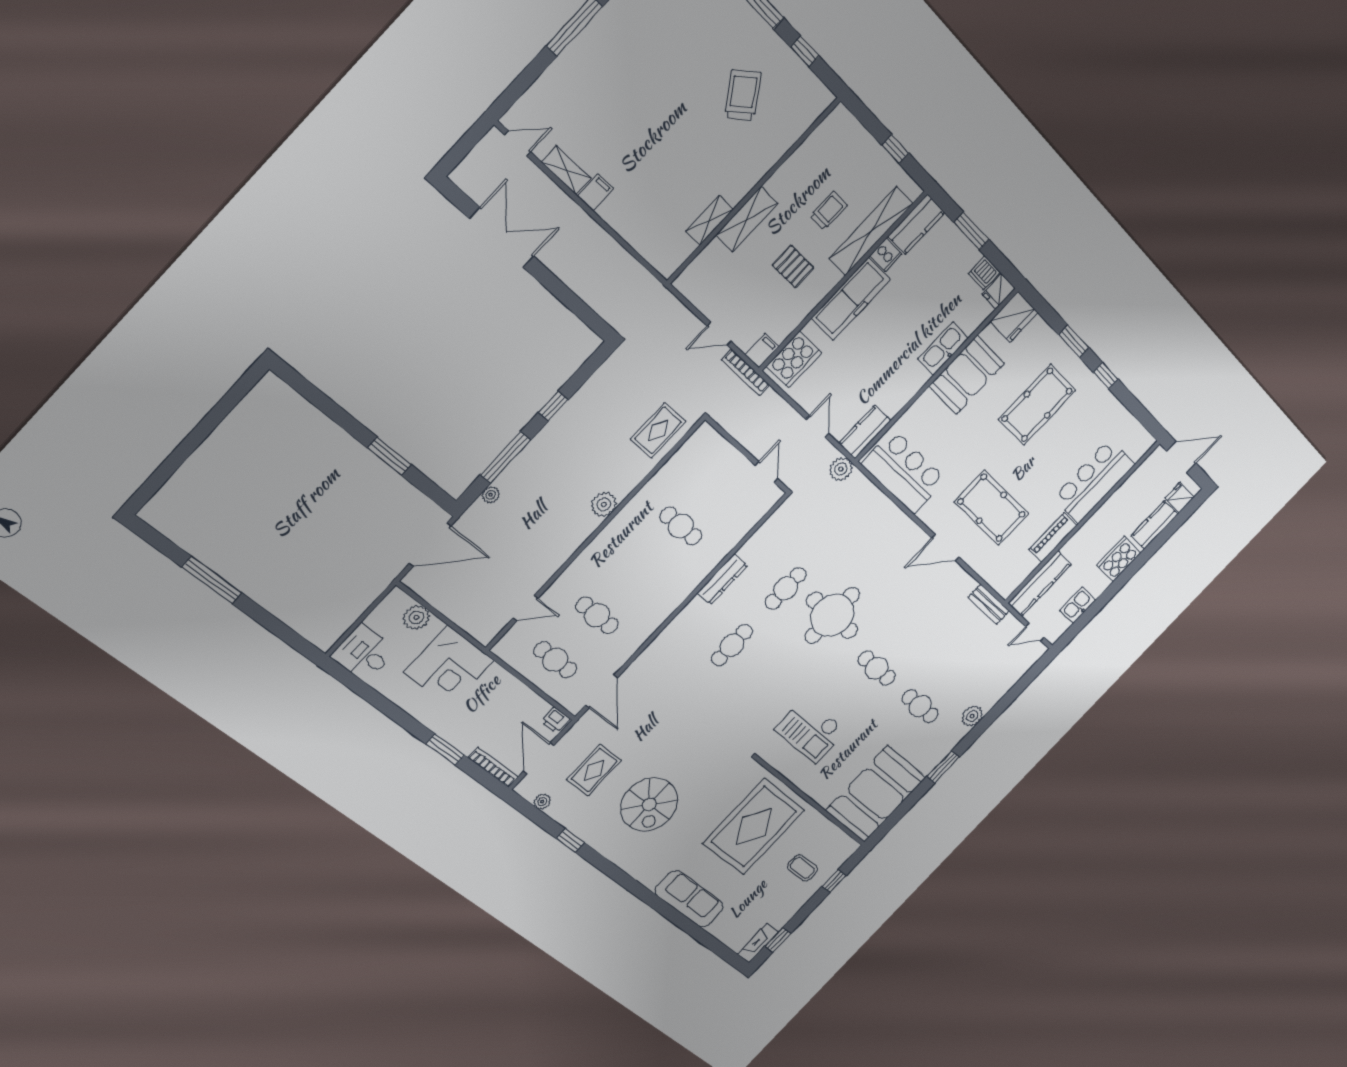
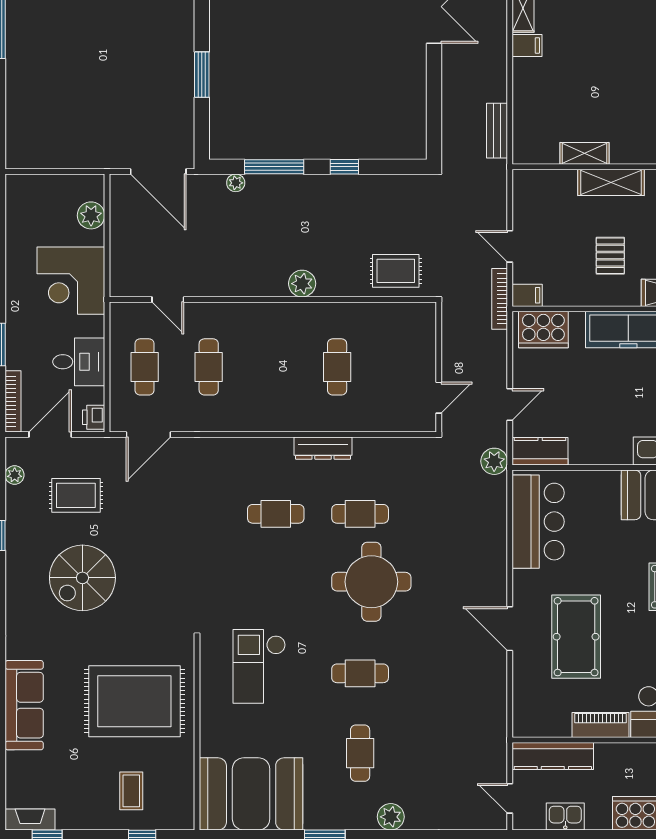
bench: (989, 604) -> (497, 131), moved
desk: (364, 653) -> (79, 362), moved, turned 90
cafe table: (877, 668) -> (360, 673), turned 90

